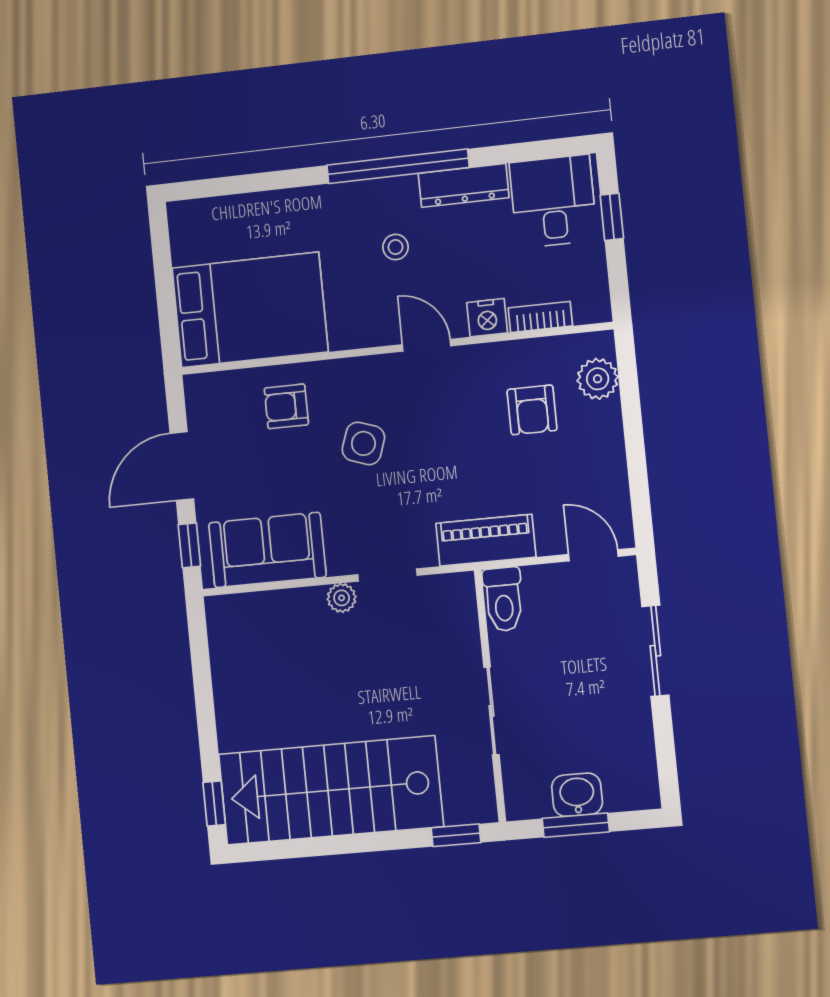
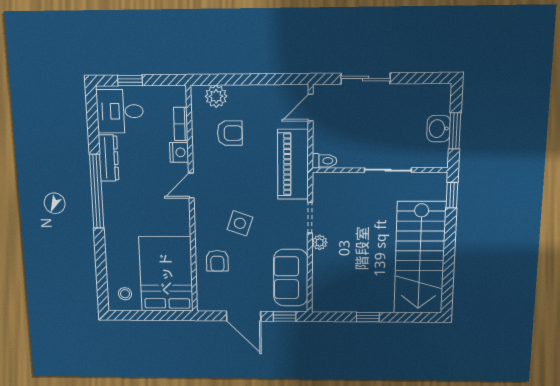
stool: (395, 247) -> (125, 294), moved
piano: (486, 540) -> (293, 164), width x1.37, depth x1.33
toilet: (503, 599) -> (324, 161), width x0.73, depth x0.72
window: (214, 803) -> (368, 317), moved

